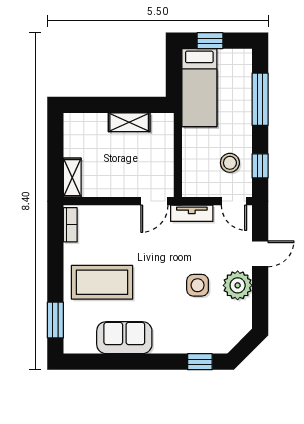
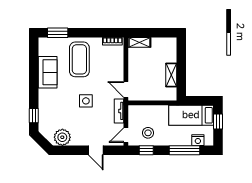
nightstand: (243, 76) -> (198, 140), added
side table: (198, 285) -> (86, 101), moved
plant: (238, 285) -> (62, 137), moved

